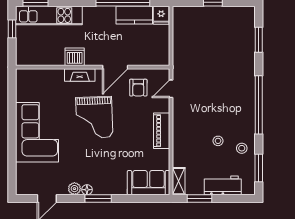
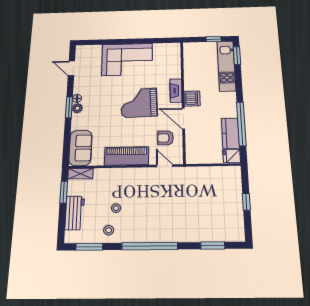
dishwasher: (75, 57) -> (192, 99), moved
piano: (162, 131) -> (127, 156), width x1.37, depth x1.33
plant: (74, 189) -> (77, 108), moved

